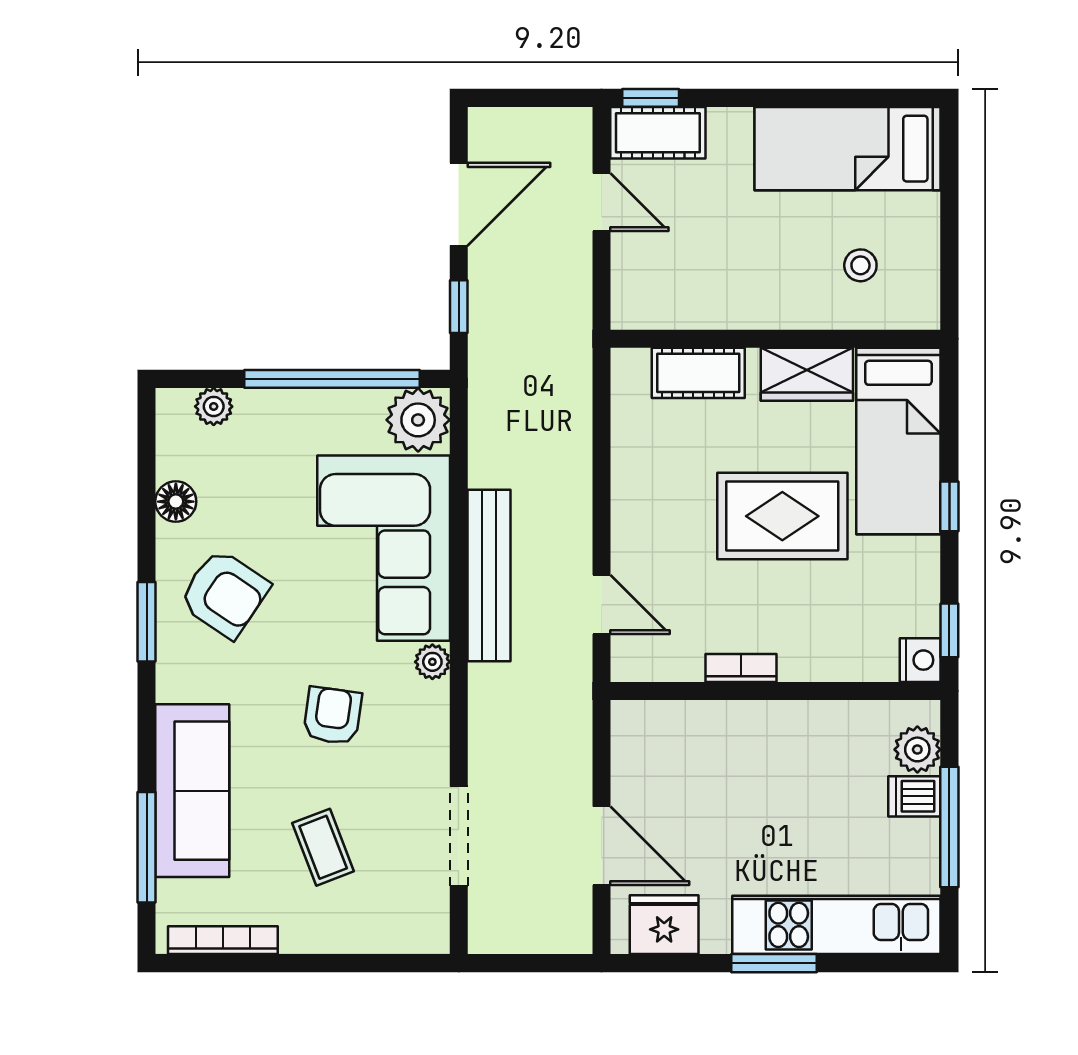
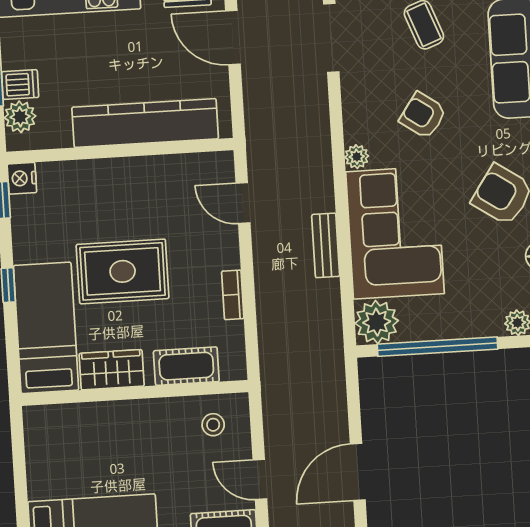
stool: (860, 265) -> (213, 425), moved
window: (459, 307) -> (353, 402), removed
bench: (489, 575) -> (326, 245), width x0.54, depth x0.82
bookcase: (741, 668) -> (233, 295), moved, turned 90
armchair: (333, 716) -> (423, 115), turned 117
kitchen counter: (736, 729) -> (145, 123), added

